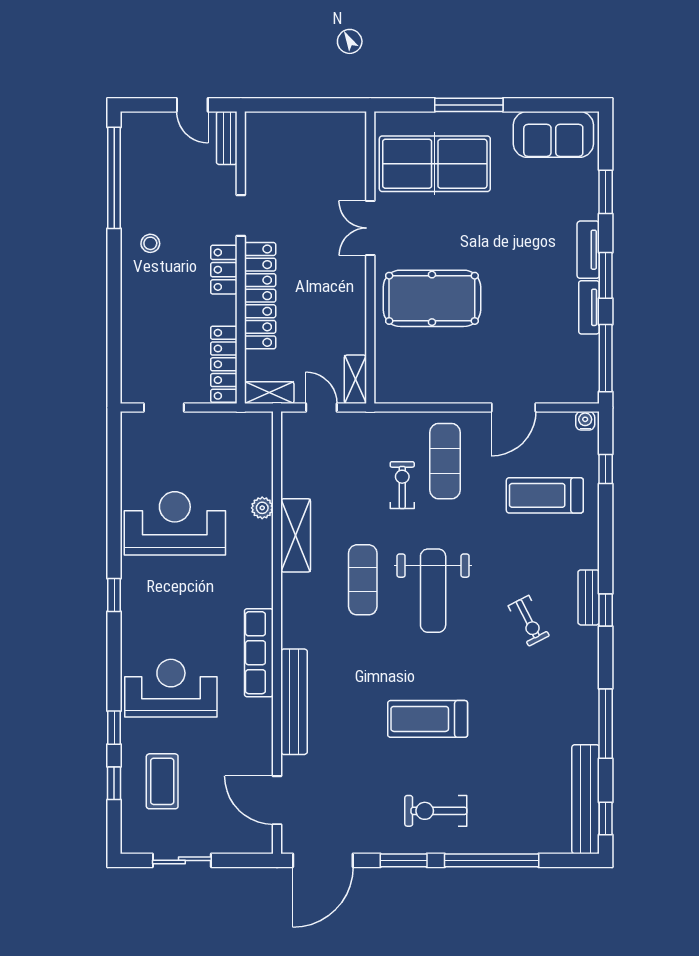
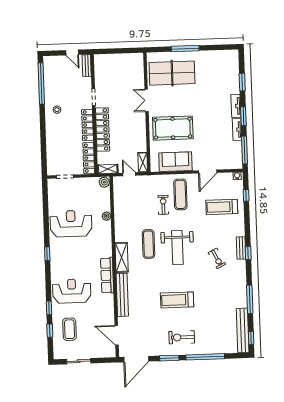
sofa: (553, 134) -> (175, 162), moved, turned 180
locker: (224, 270) -> (88, 125), width x1.53
plant: (260, 425) -> (104, 182), added
shelving: (296, 535) -> (122, 257), moved

